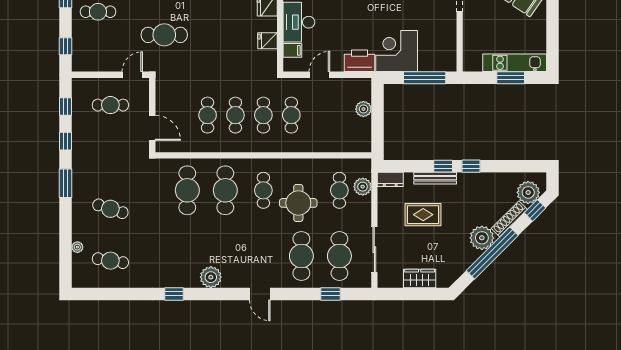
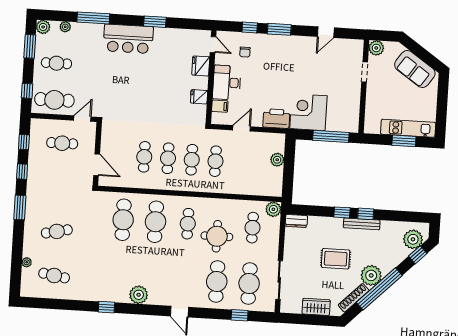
cafe table: (164, 35) -> (54, 100), moved
bench: (435, 178) -> (362, 224), moved
plant: (363, 187) -> (273, 209), moved
cafe table: (110, 209) -> (57, 231), turned -30
rug: (423, 215) -> (336, 259), moved
shoe rack: (509, 219) -> (354, 298), moved

